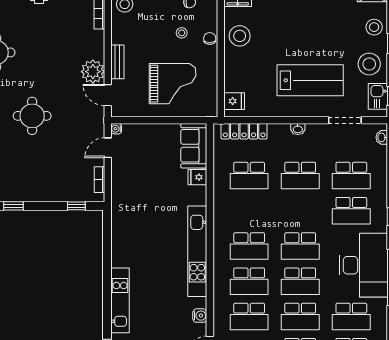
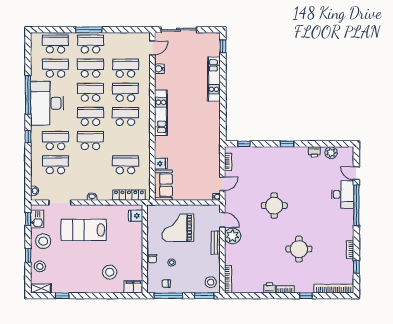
stool: (240, 36) -> (110, 272), moved
school desk: (300, 176) -> (90, 141), moved
kitchen unit: (197, 251) -> (161, 113), width x0.73

